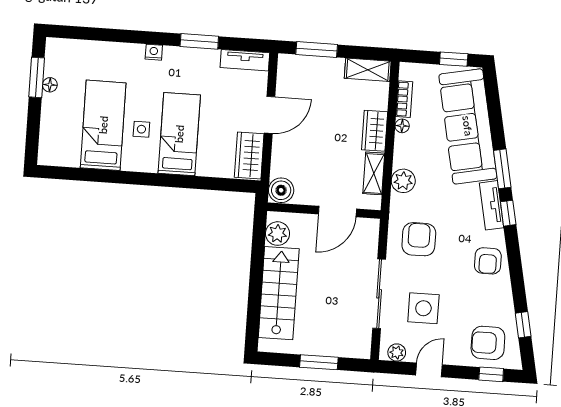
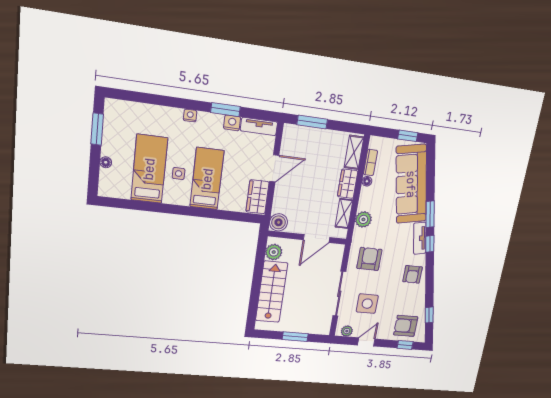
nightstand: (209, 58) -> (232, 123), added
shelving: (368, 70) -> (354, 152), moved, turned 90
floor lamp: (50, 85) -> (106, 162), moved

